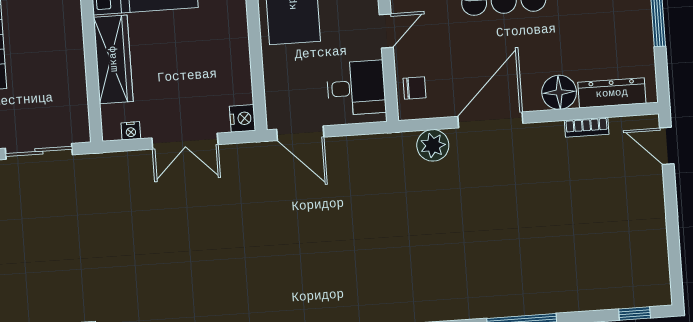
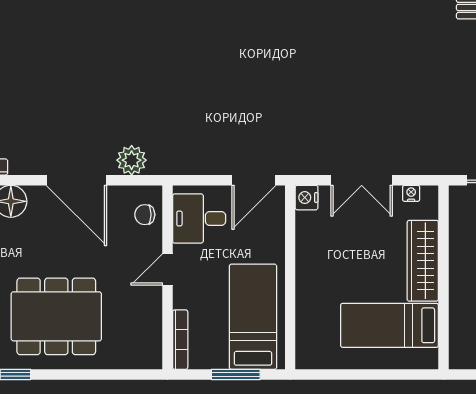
door: (490, 120) -> (76, 180), hinge flipped
door: (300, 133) -> (254, 180), swing flipped
double door: (185, 141) -> (362, 180), swing flipped

